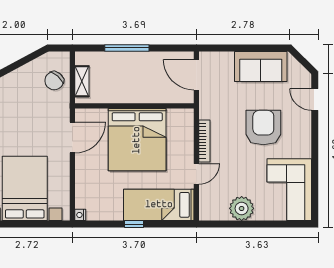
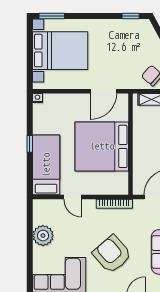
armchair: (263, 128) -> (112, 254), turned -131
door: (72, 138) -> (103, 91), hinge flipped
bookcase: (204, 141) -> (114, 204), moved

